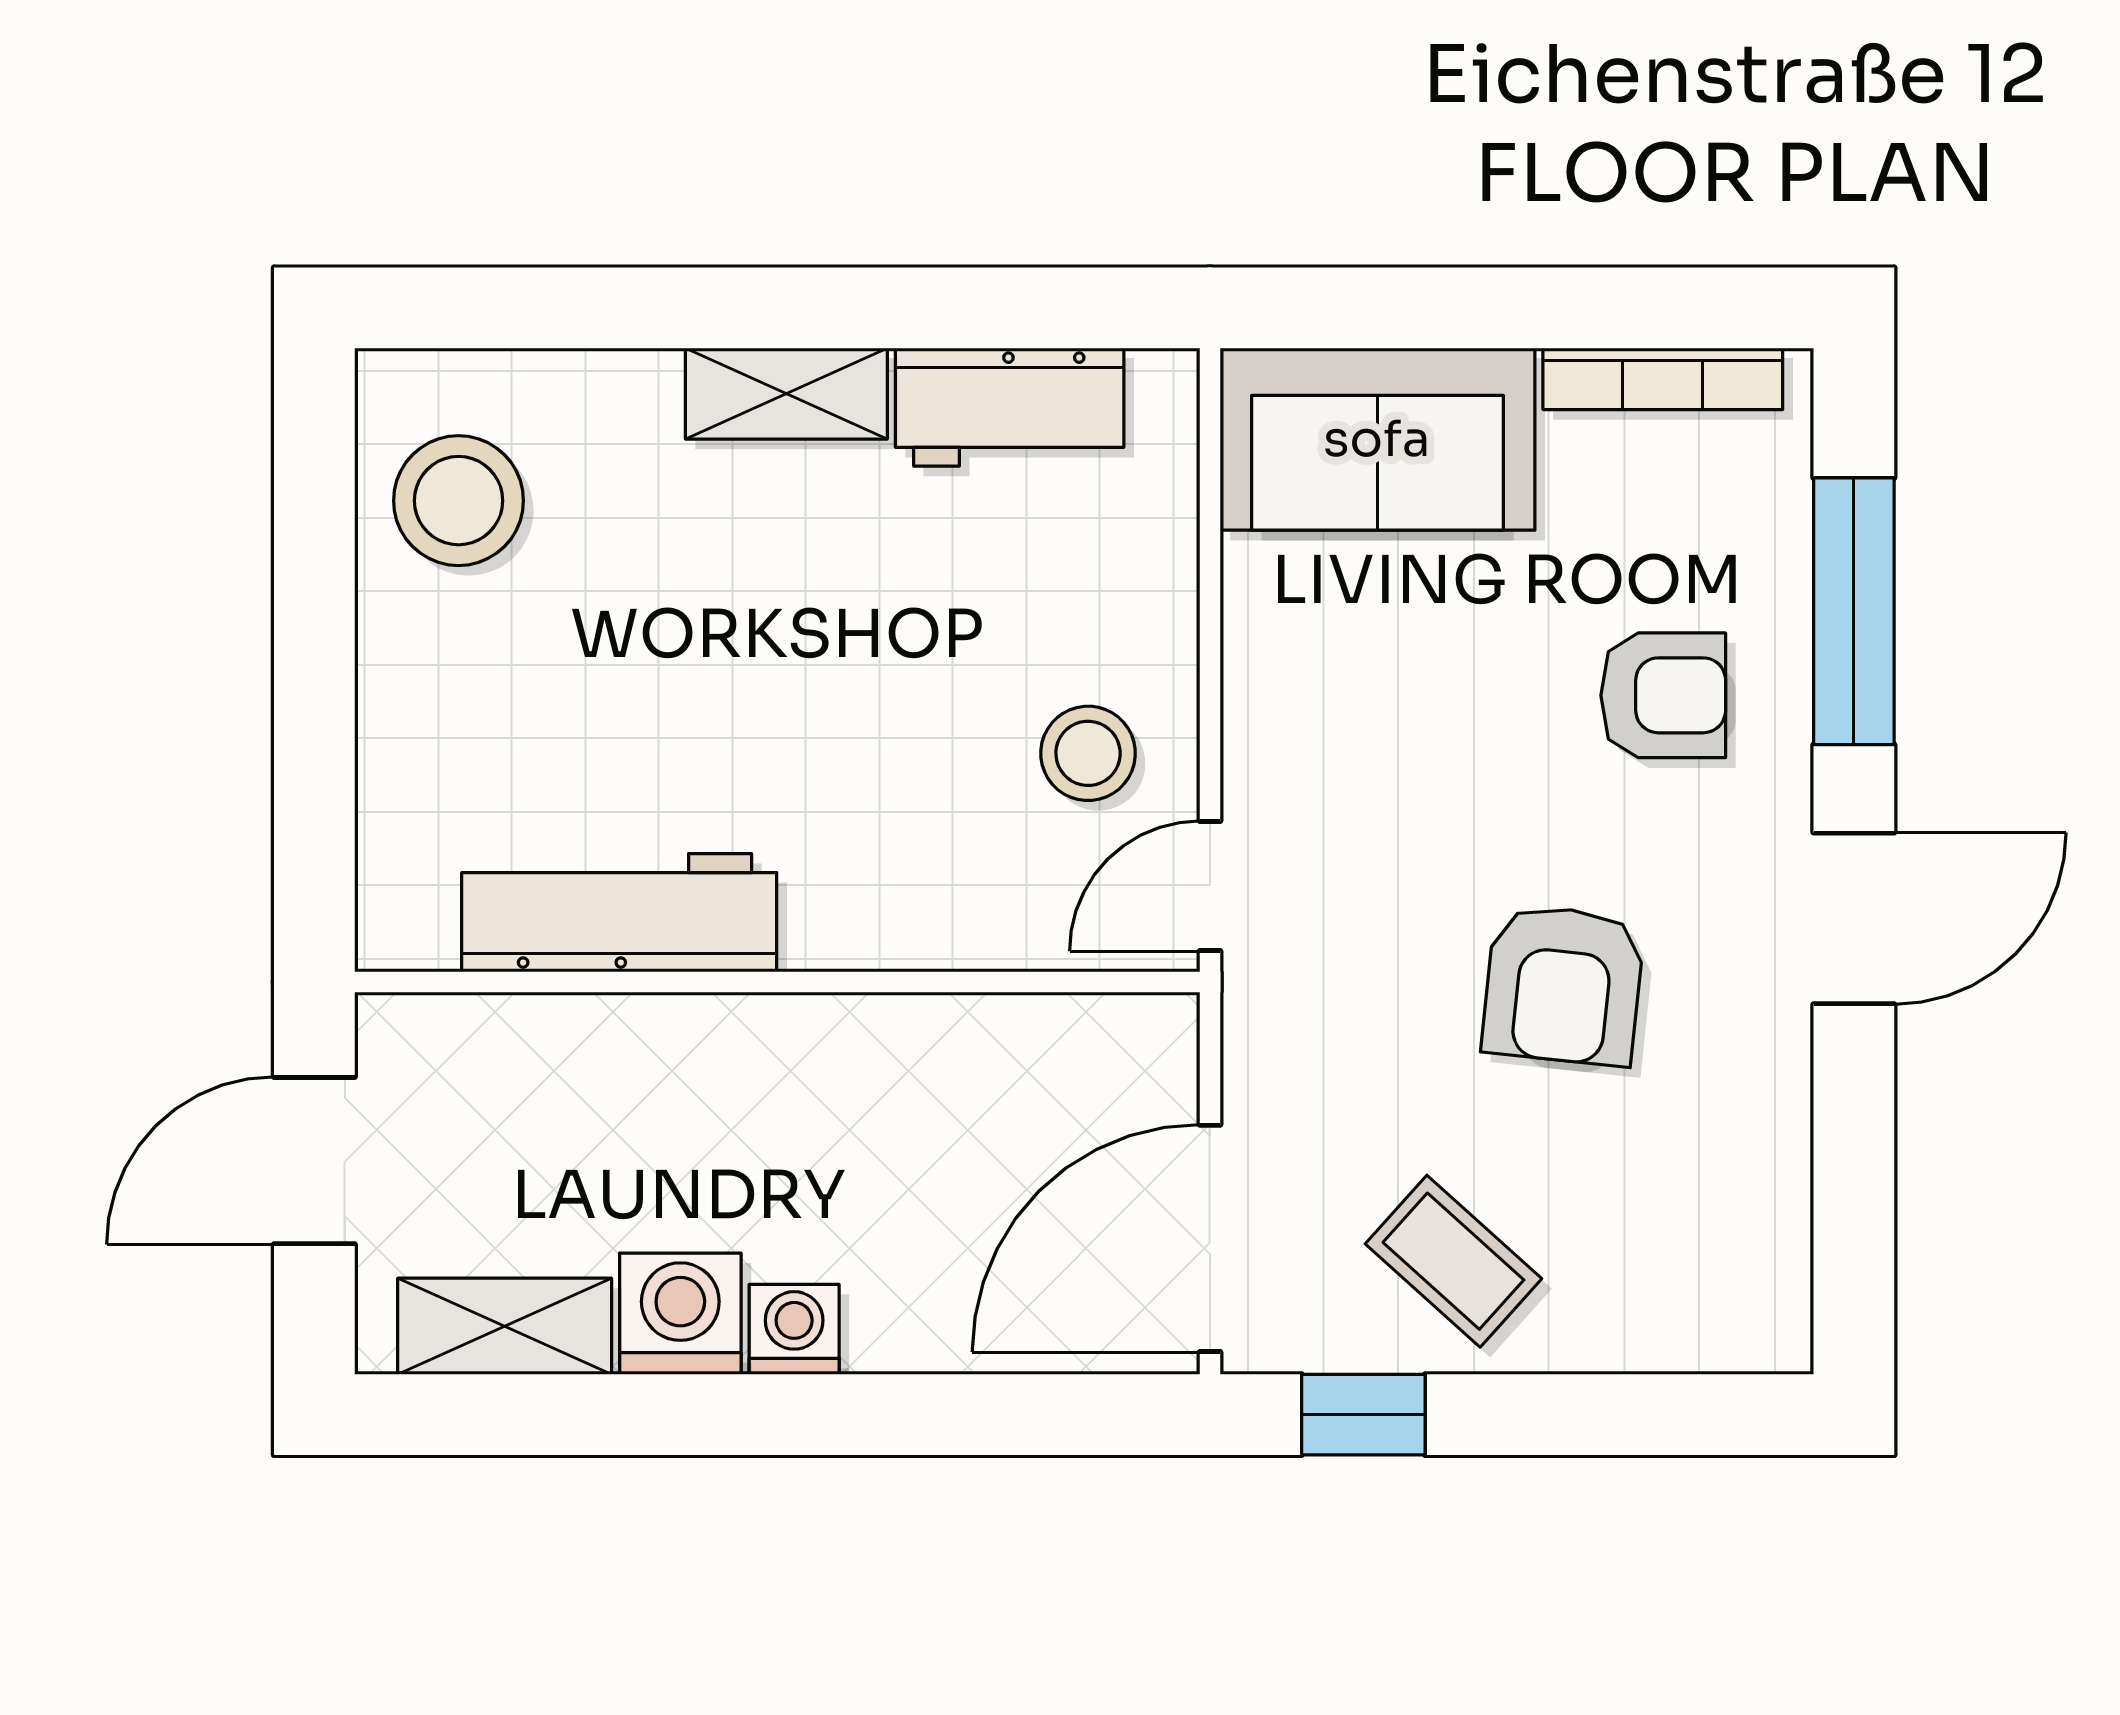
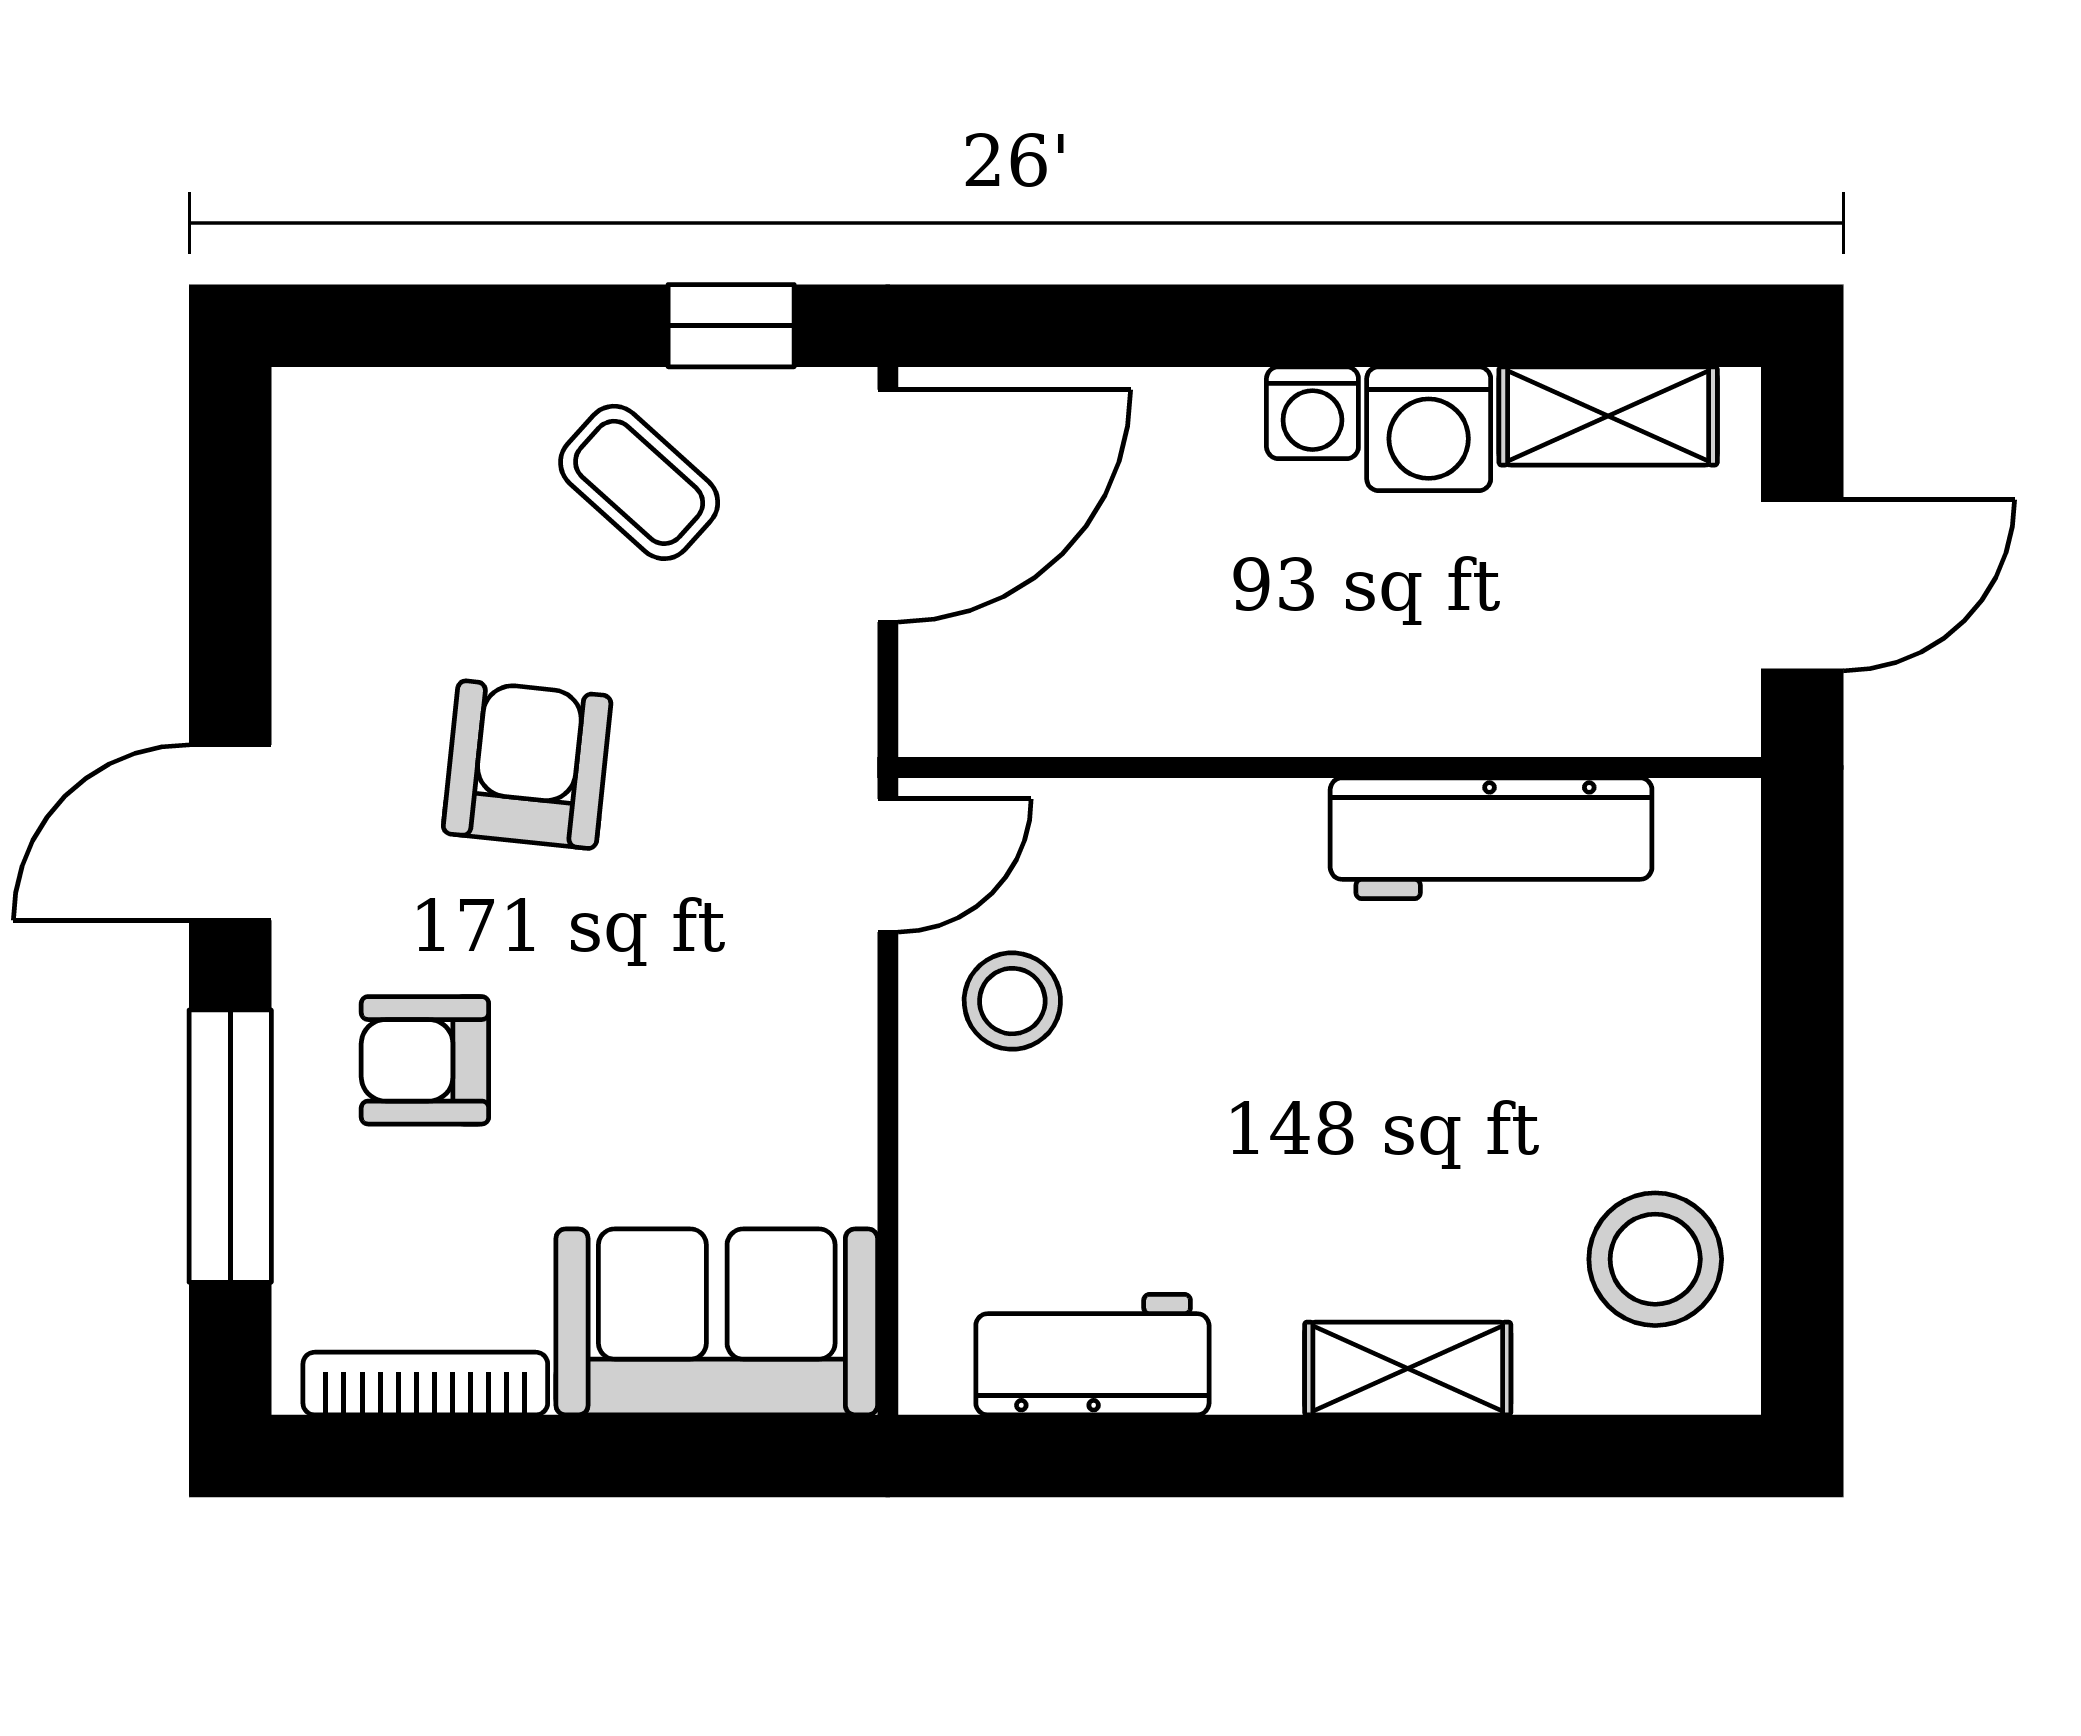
shelving: (786, 394) -> (1408, 1368), moved

